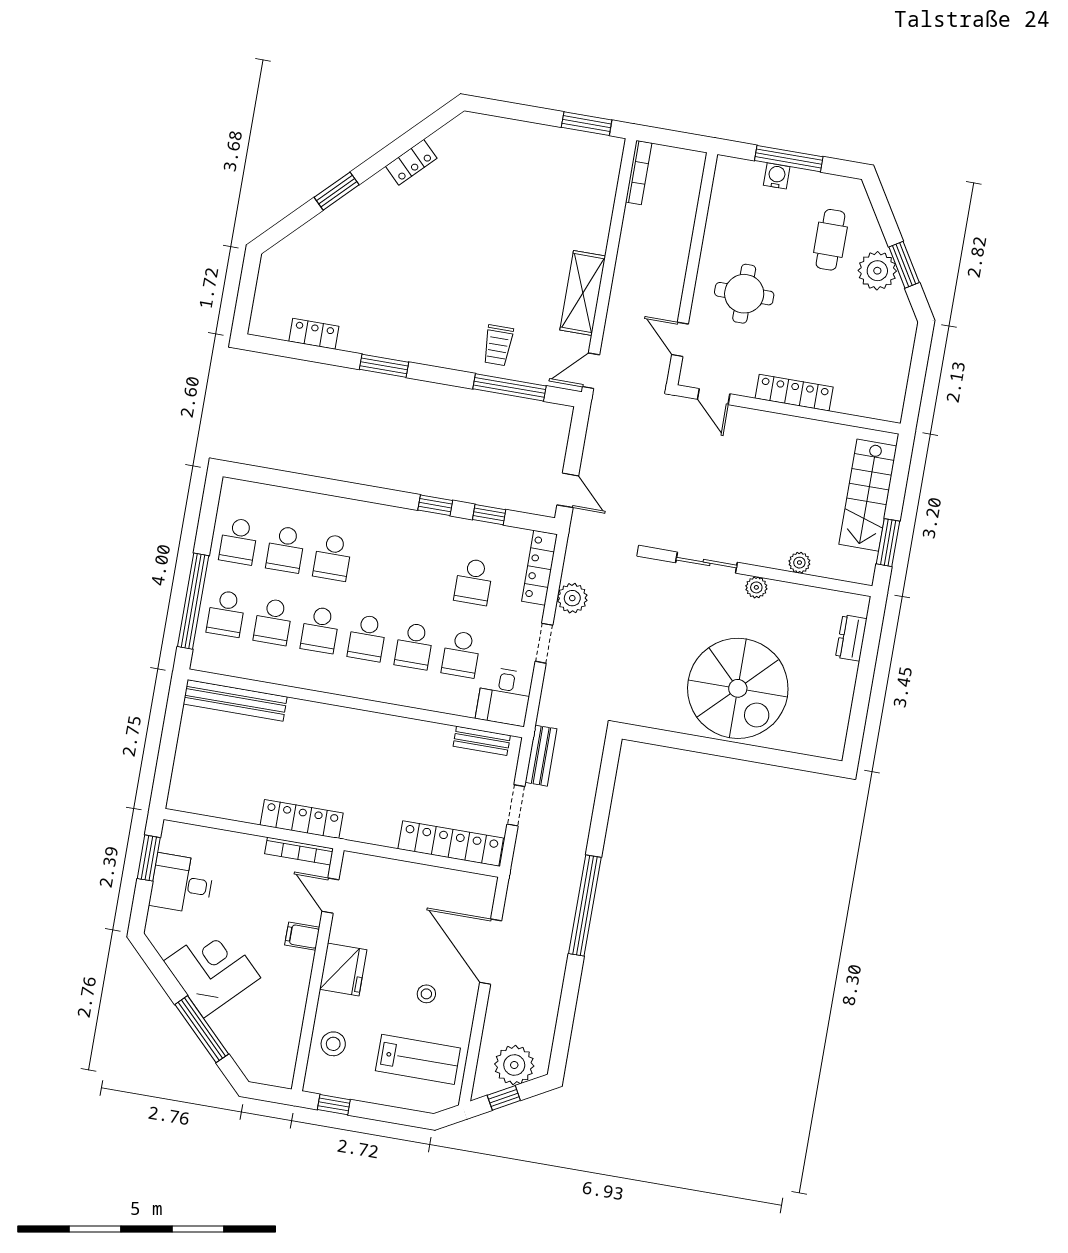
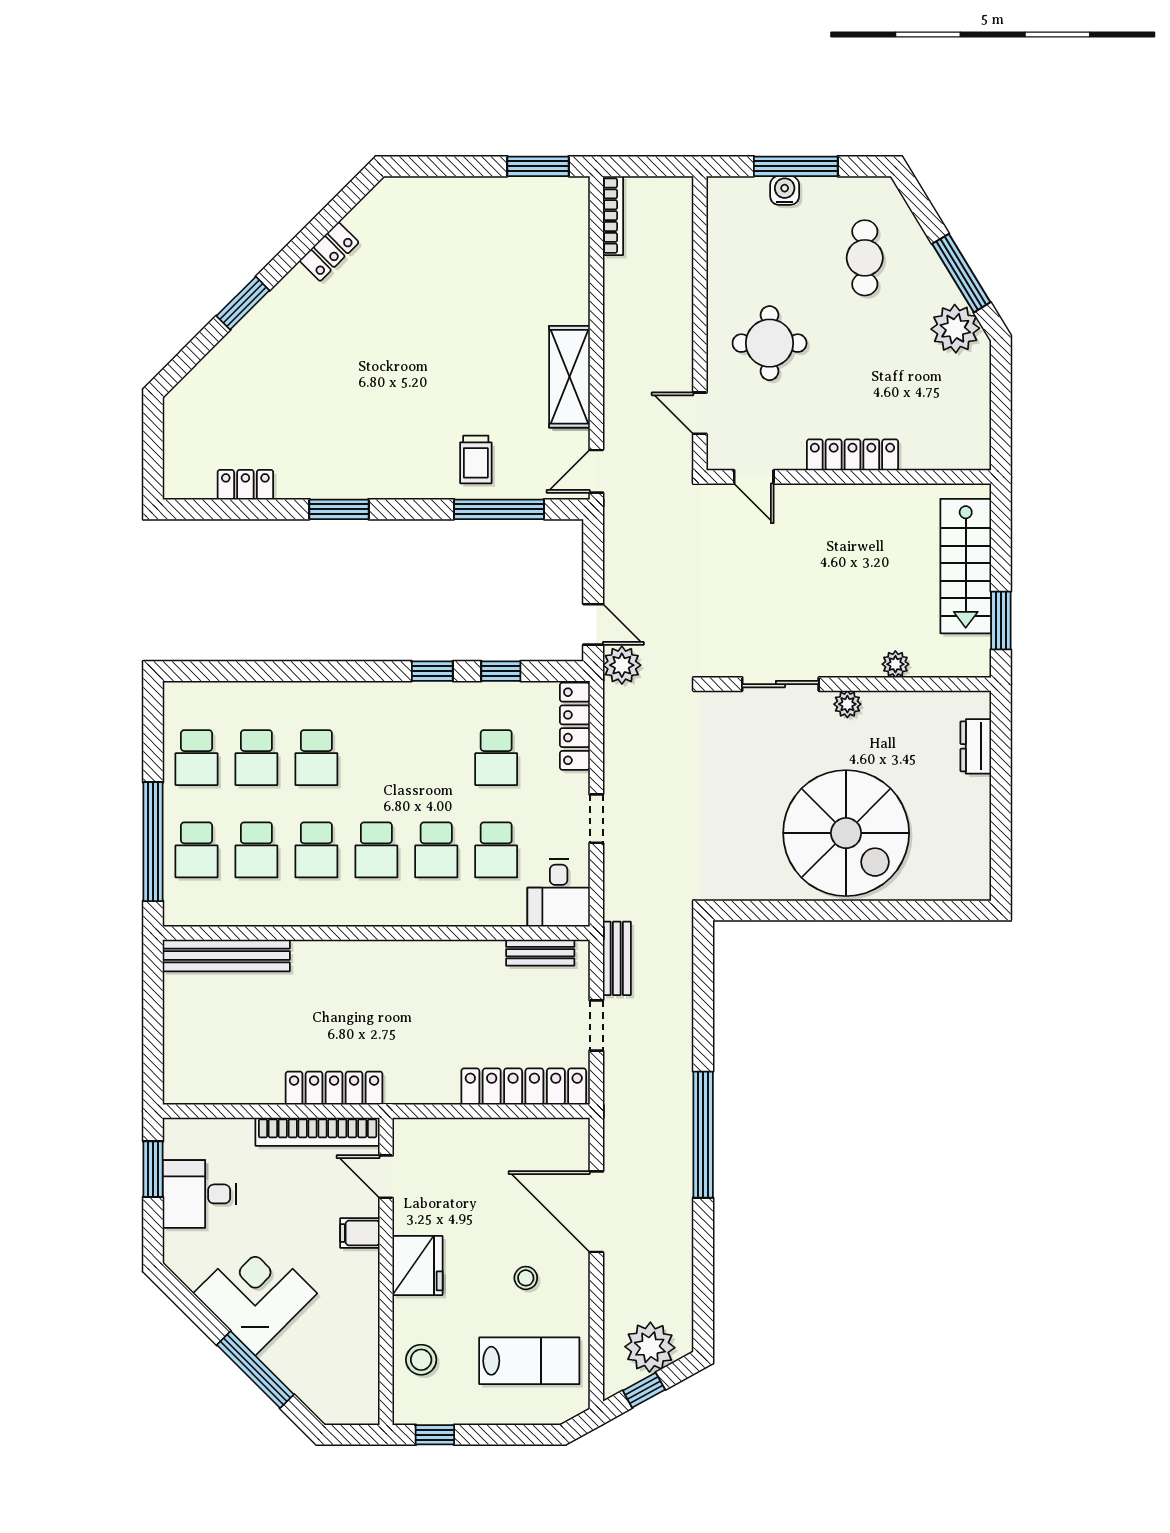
window: (904, 265) -> (961, 273), width x1.44
plant: (877, 271) -> (955, 329), moved
plant: (572, 598) -> (622, 665), moved
bookcase: (299, 851) -> (318, 1132), width x1.48, depth x1.31

